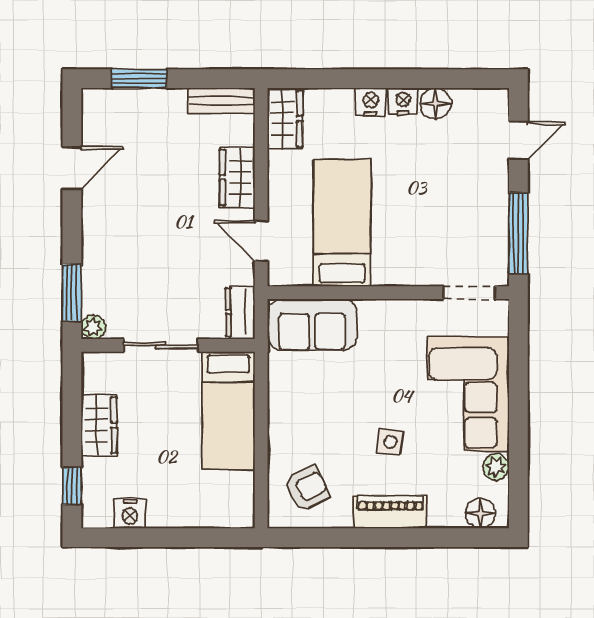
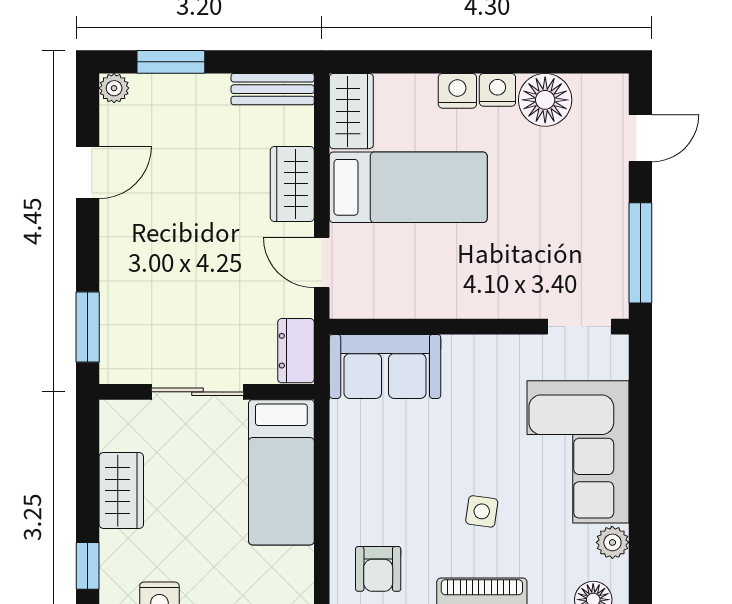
floor lamp: (436, 104) -> (545, 100), width x1.38, depth x1.38
bed: (342, 223) -> (408, 187), moved, turned 90
plant: (93, 327) -> (114, 88), moved
armchair: (307, 488) -> (378, 569), turned 117

